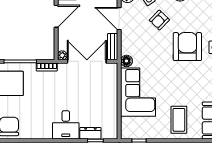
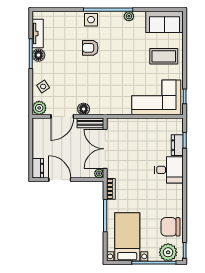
armchair: (159, 20) -> (64, 76), removed
armchair: (187, 47) -> (90, 48), width x0.53, depth x0.53
floor lamp: (126, 61) -> (84, 109), moved
corner sofa: (138, 92) -> (156, 97), moved

